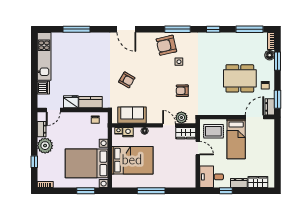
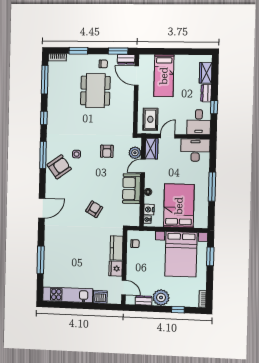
armchair: (166, 45) -> (59, 167), turned -113
floor lamp: (270, 55) -> (72, 59), removed
sofa: (132, 115) -> (132, 189), moved
bed: (236, 139) -> (164, 76), moved, turned 90
desk: (185, 174) -> (195, 150), added

